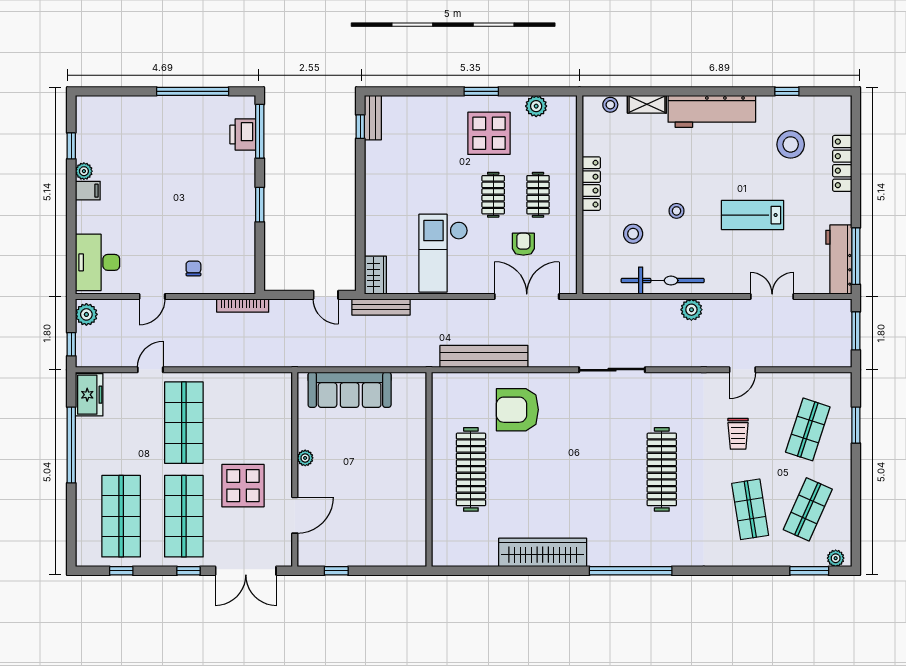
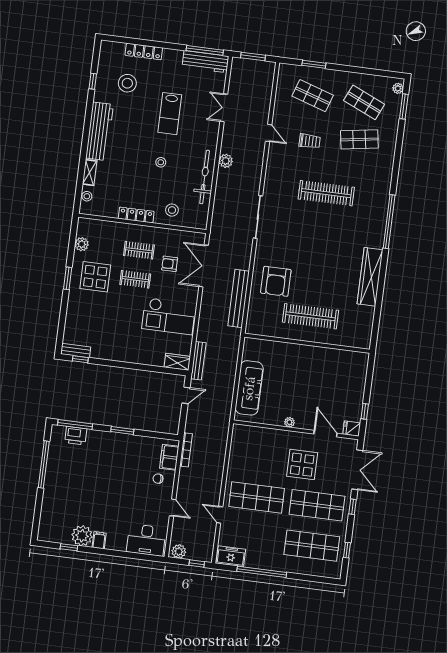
plant: (84, 171) -> (82, 536), width x1.87, depth x1.87
stool: (633, 234) -> (172, 210), moved
filing cabinet: (228, 281) -> (169, 457), added
fridge: (308, 554) -> (352, 429), added

